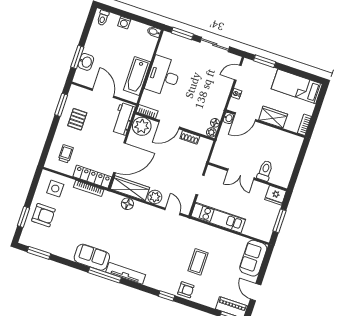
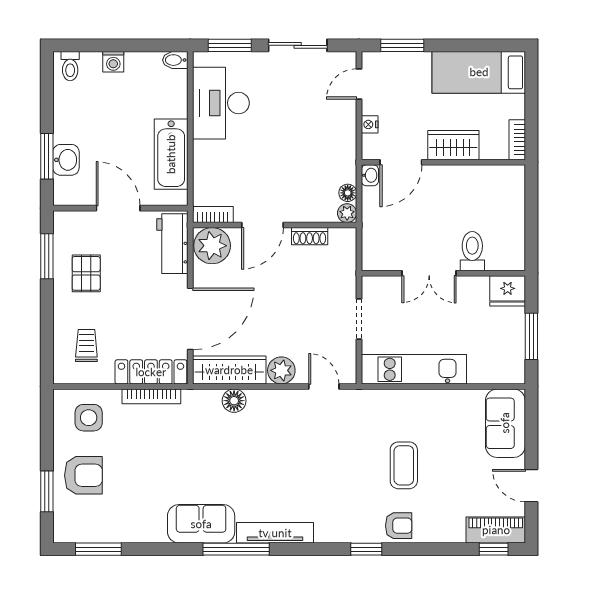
desk: (163, 76) -> (221, 103), moved

